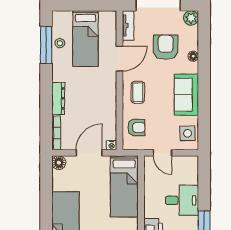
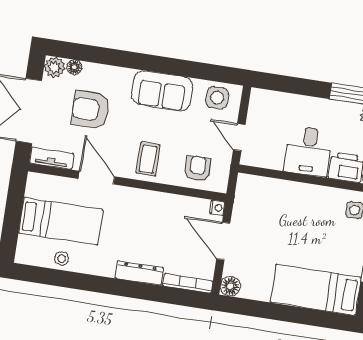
window: (46, 45) -> (61, 278), removed
floor lamp: (193, 56) -> (74, 67), moved
coffee table: (138, 92) -> (148, 159), turned 90
door: (162, 153) -> (239, 137), swing flipped
bed: (124, 186) -> (278, 199), removed
desk: (182, 200) -> (308, 151), moved, turned 180

